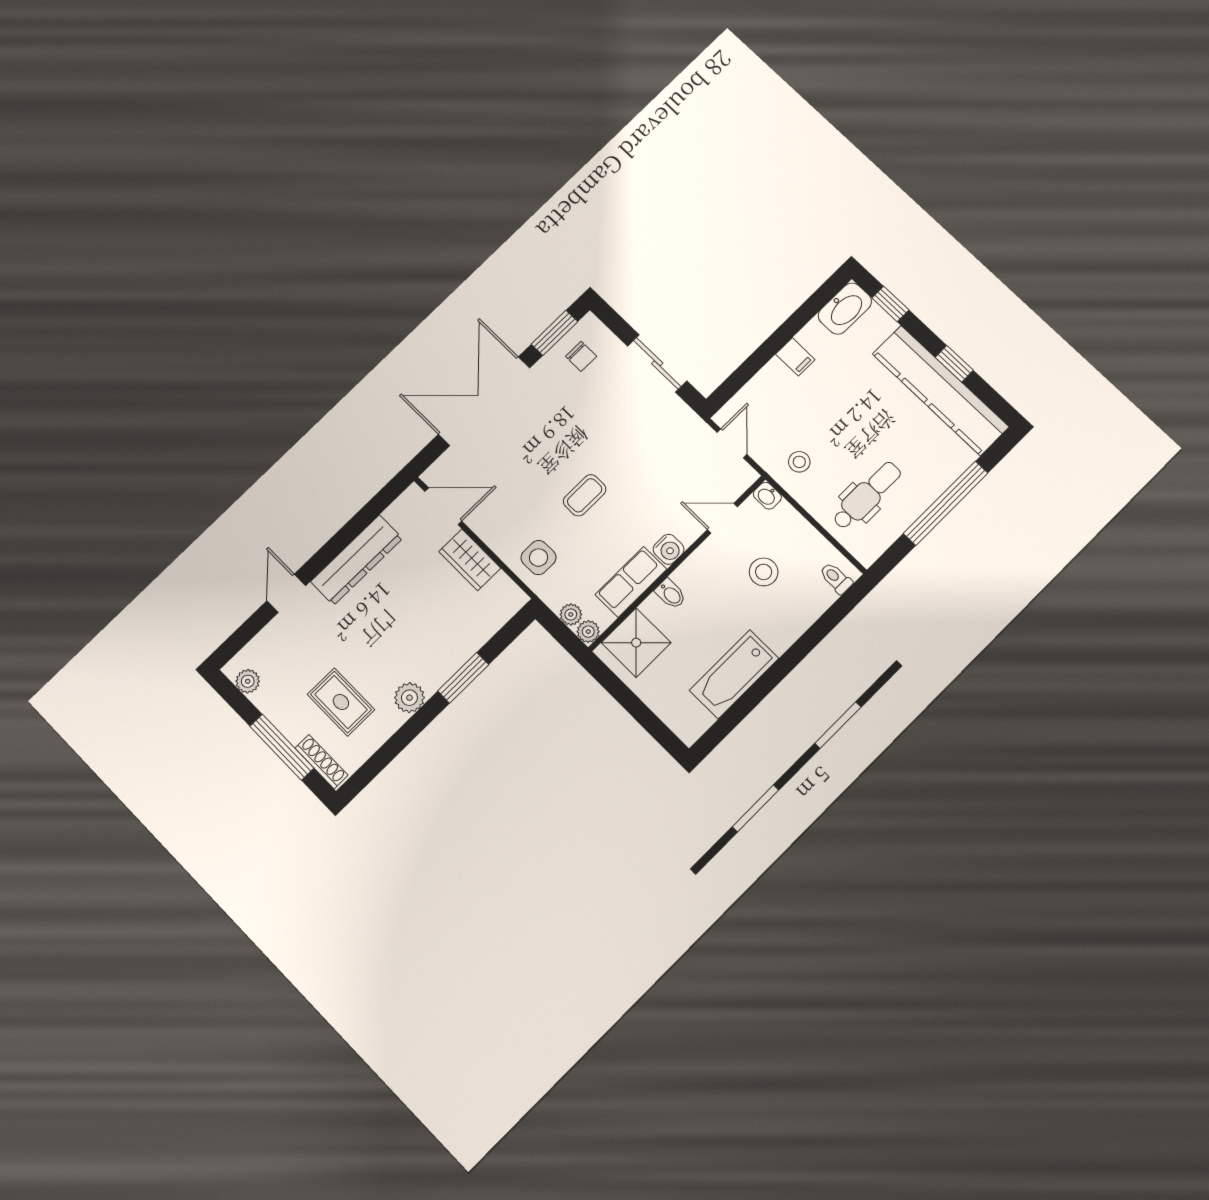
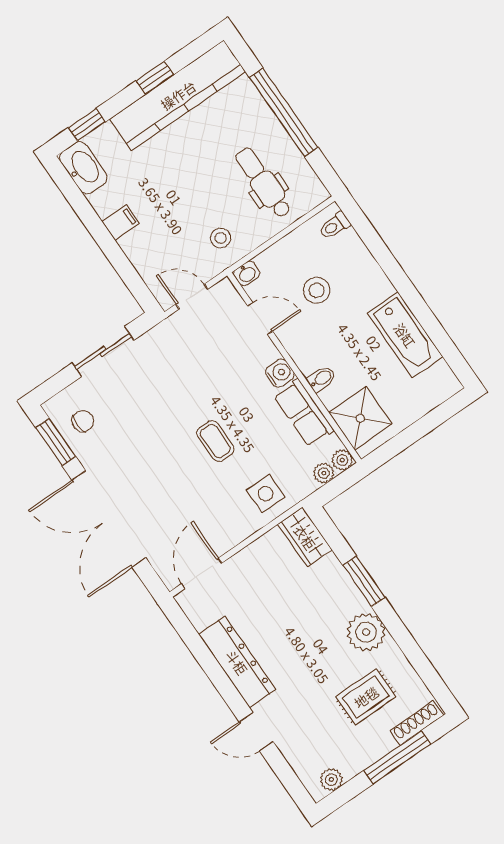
door: (722, 518) -> (260, 318), swing flipped
wardrobe: (470, 560) -> (305, 537), moved, turned 90
plant: (409, 698) -> (366, 632), width x1.36, depth x1.36

